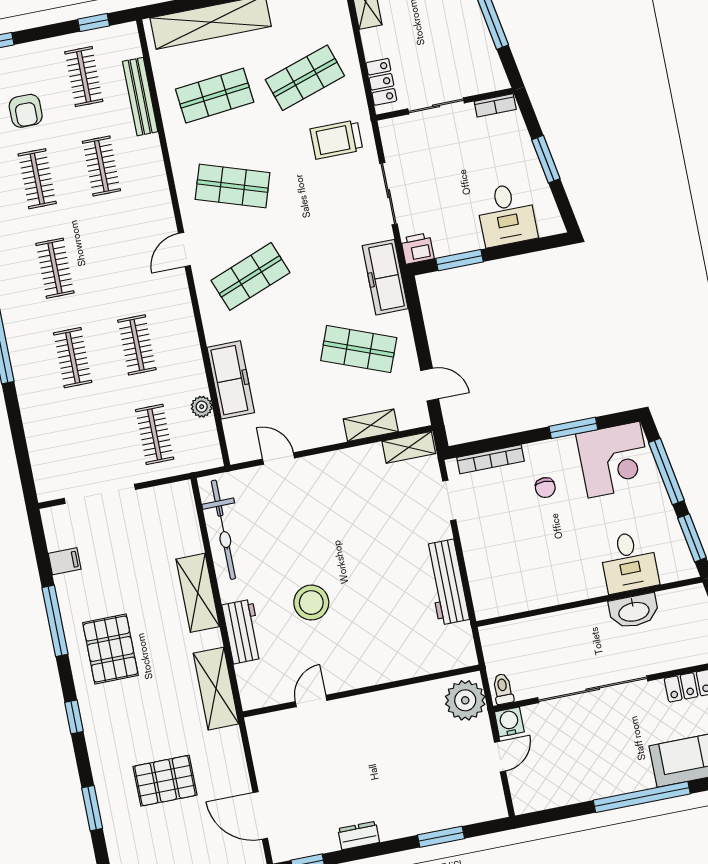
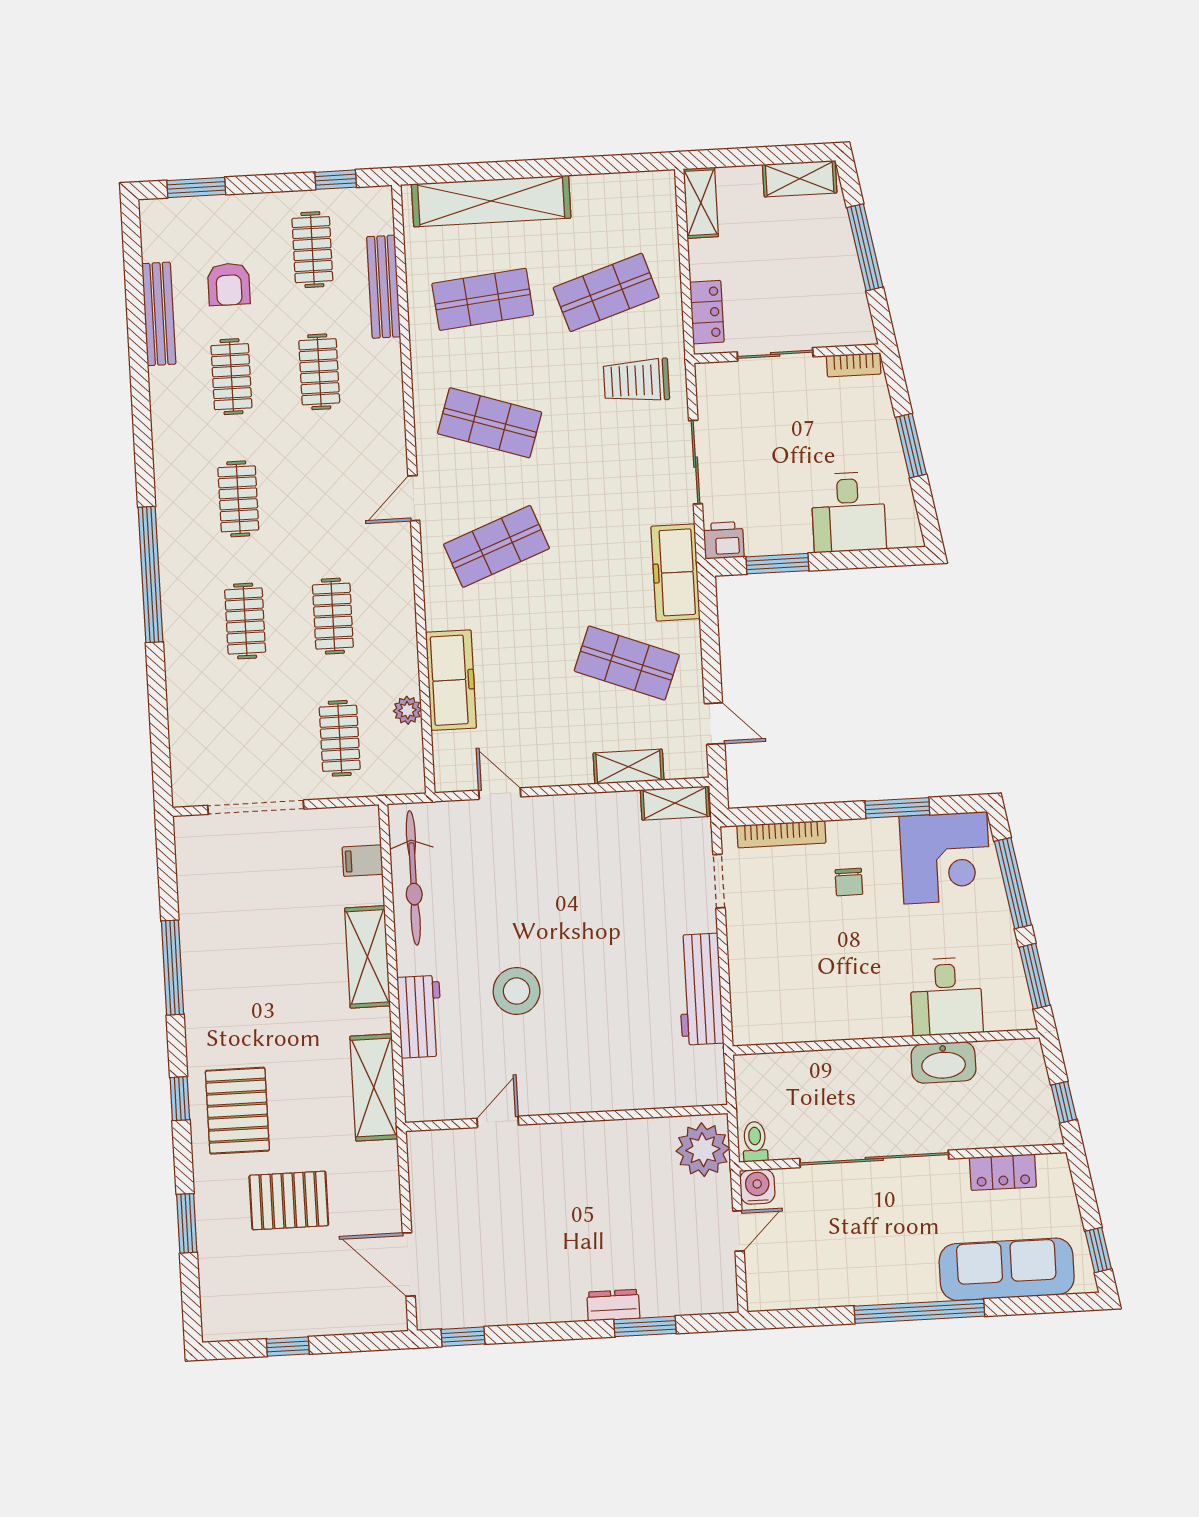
filing cabinet: (65, 561) -> (362, 861), moved, turned 180
pallet: (110, 649) -> (237, 1111), moved
dresser: (359, 836) -> (613, 1305), moved

